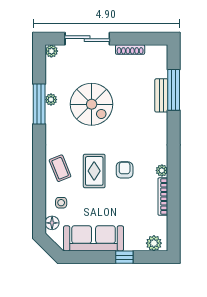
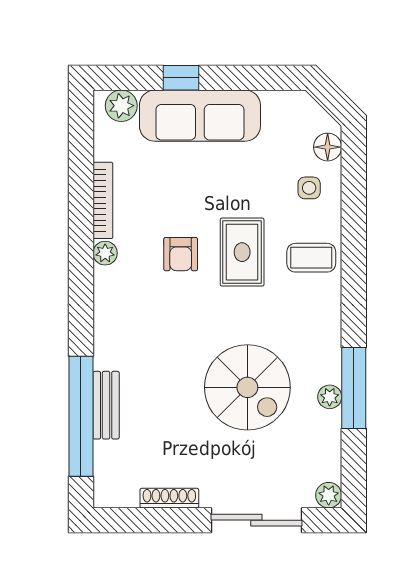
window: (174, 90) -> (81, 416), width x1.46
spiral stairs: (92, 104) -> (247, 387), turned 180
coffee table: (60, 168) -> (311, 258), turned -68
sofa: (94, 238) -> (200, 116), moved

